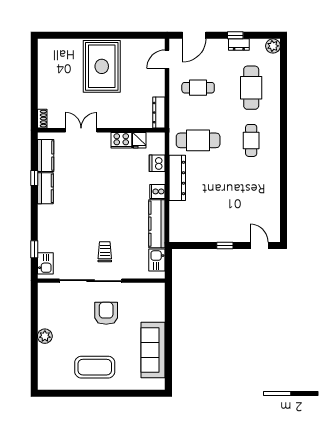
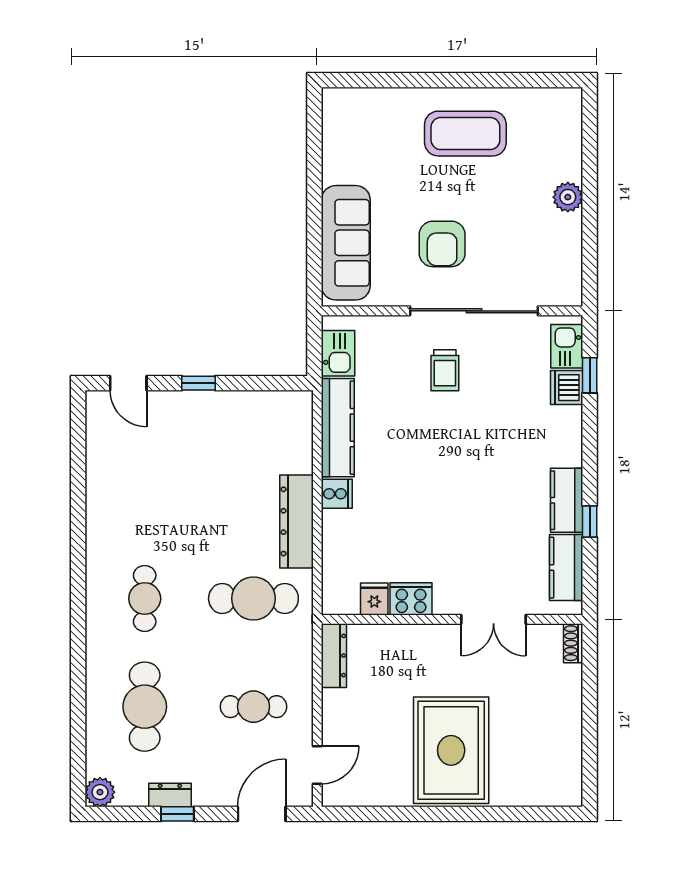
dishwasher: (157, 163) -> (567, 388), moved, turned 180
sofa: (153, 350) -> (346, 243), moved

